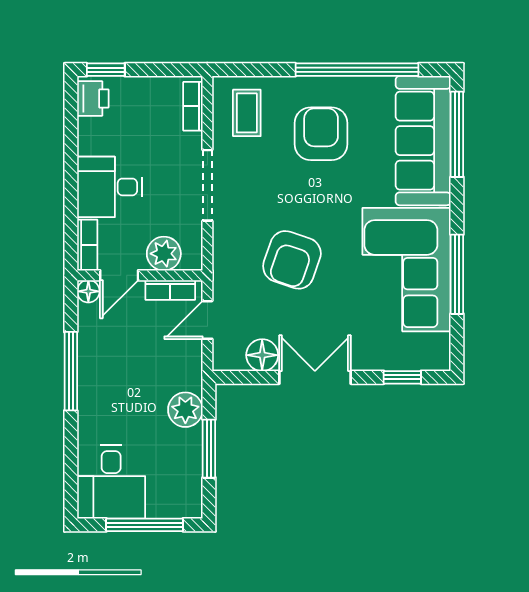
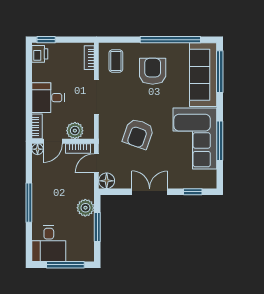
floor lamp: (262, 355) -> (107, 181), moved
window: (71, 371) -> (29, 203), moved

